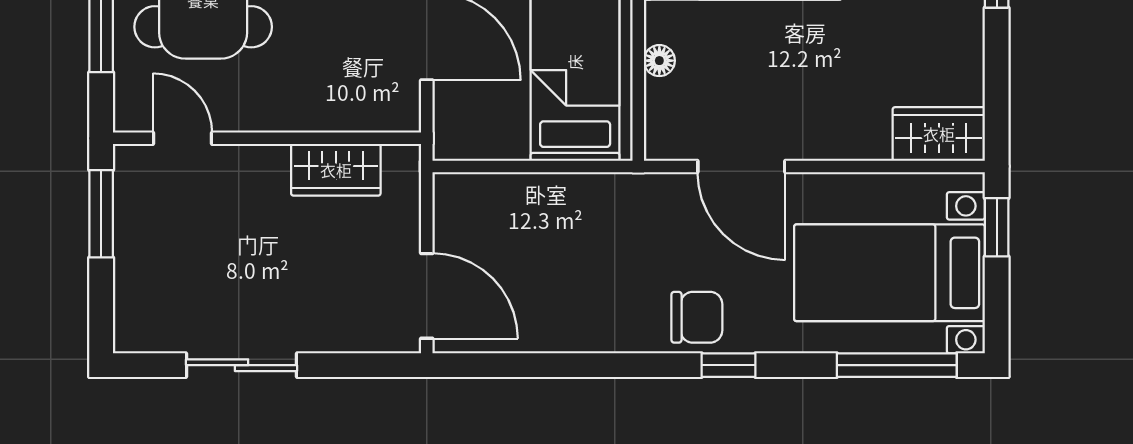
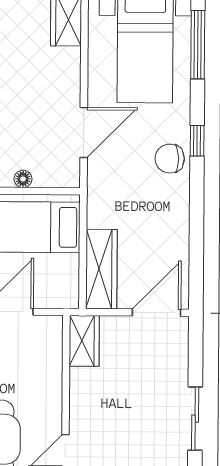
wardrobe: (336, 170) -> (84, 341), moved
wardrobe: (502, 199) -> (101, 269), added
chair: (697, 317) -> (170, 159), turned -91

